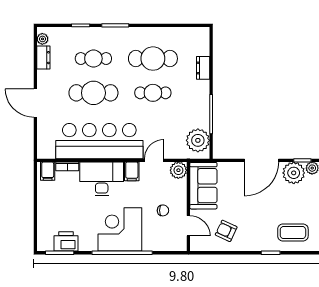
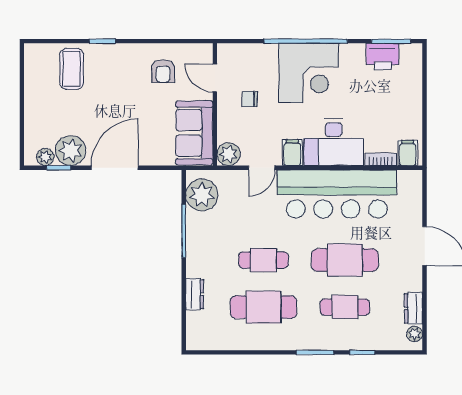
armchair: (226, 231) -> (163, 71), turned 65
coffee table: (293, 233) -> (72, 69), turned 90

